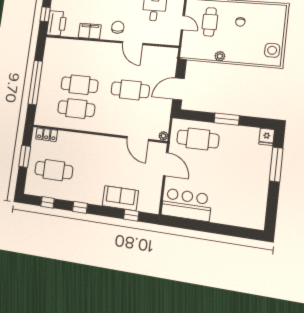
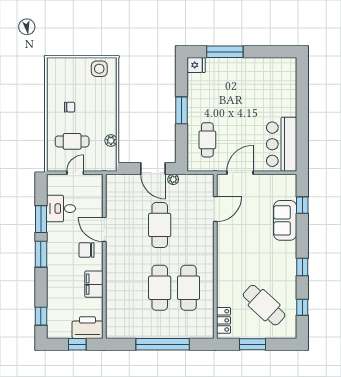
door: (133, 43) -> (104, 229), swing flipped
plant: (220, 56) -> (111, 140), moved
plant: (163, 136) -> (173, 179), moved
cafe table: (198, 139) -> (207, 140), width x0.73, depth x0.74
cafe table: (54, 170) -> (264, 305), turned -47

